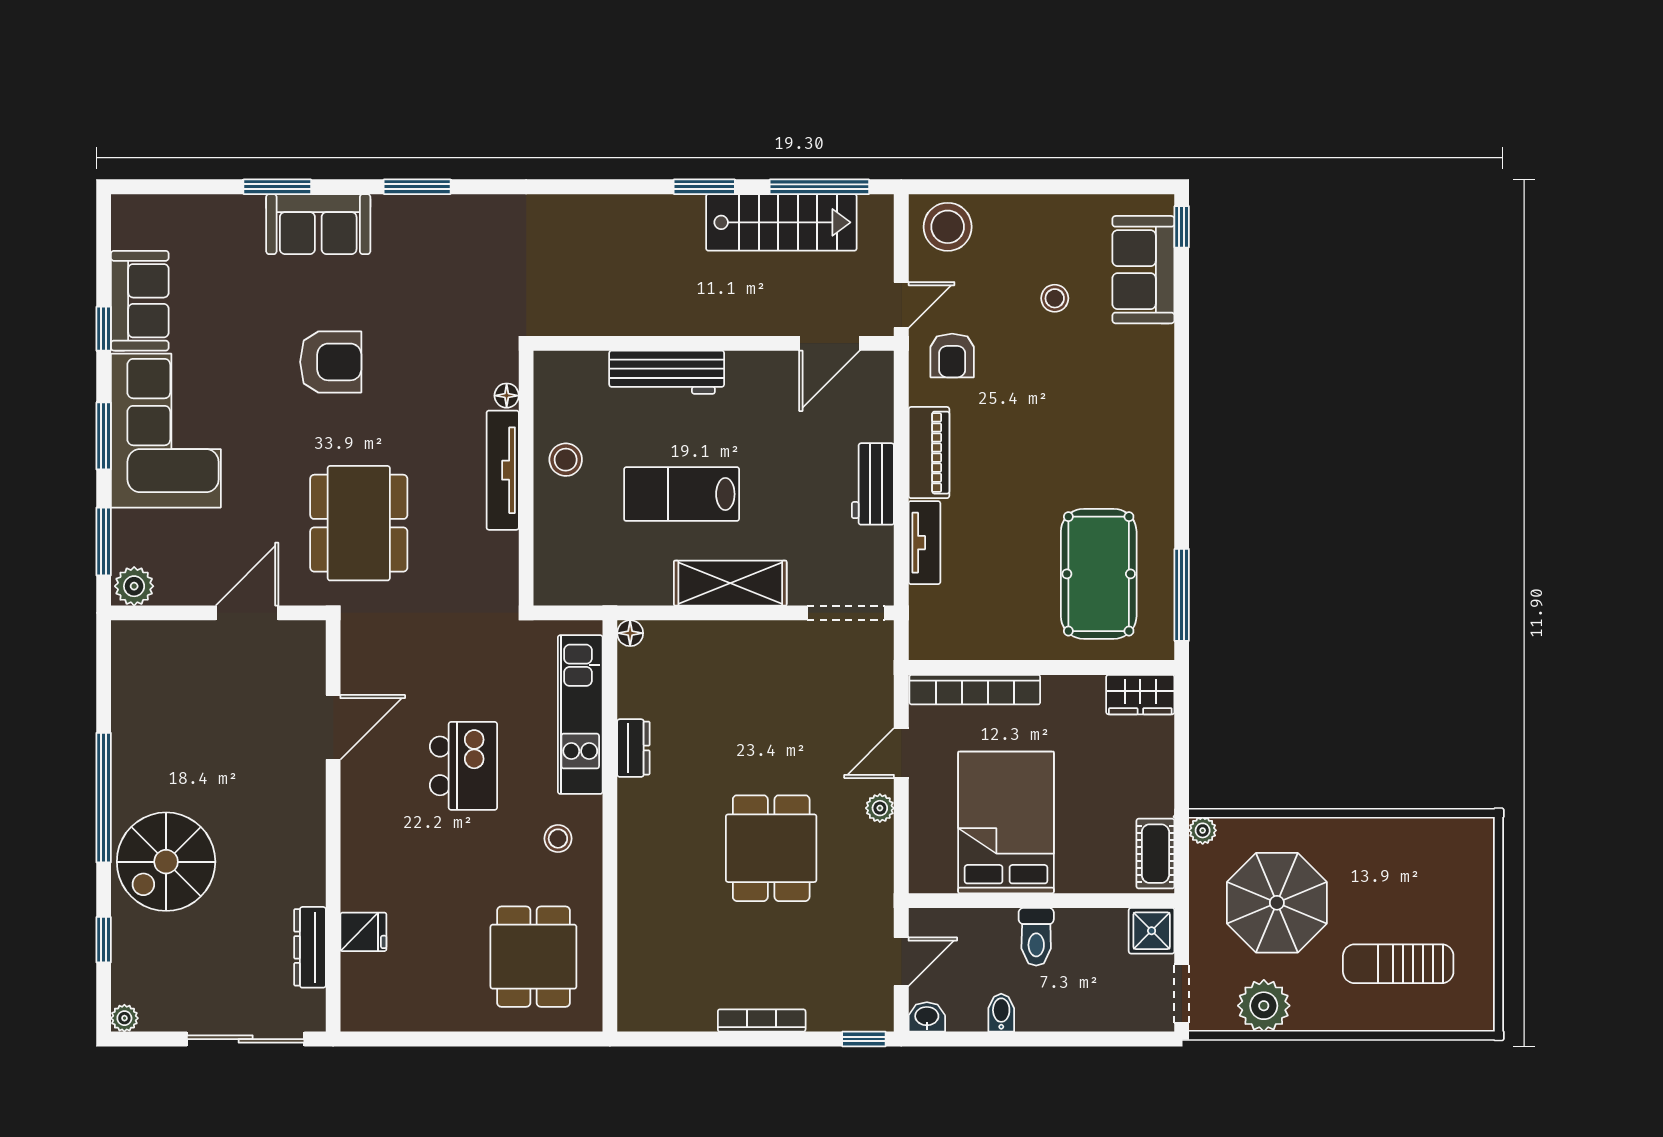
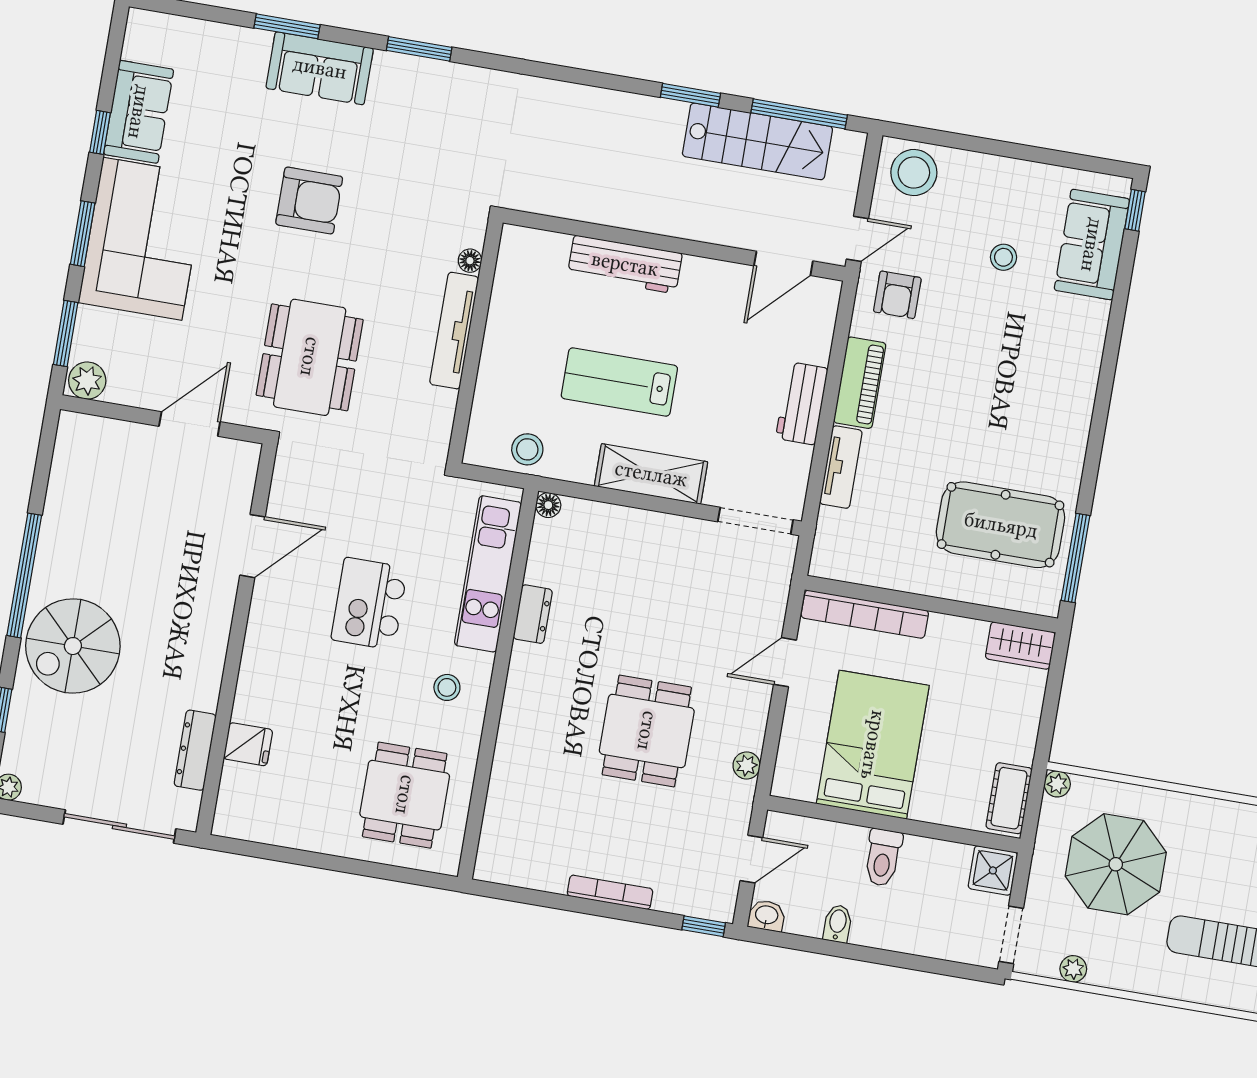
stool: (566, 460) -> (527, 449), moved
pool table: (1099, 574) -> (1001, 525), turned 90
kitchen island: (463, 766) -> (369, 604), turned 180
plant: (880, 808) -> (747, 765), moved
plant: (1264, 1006) -> (1073, 969), width x0.53, depth x0.53

